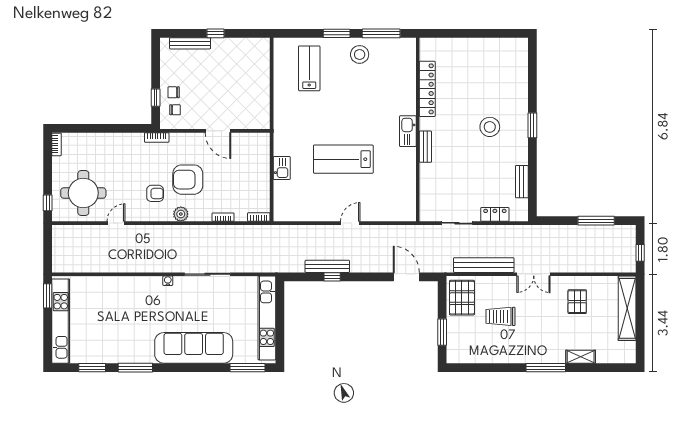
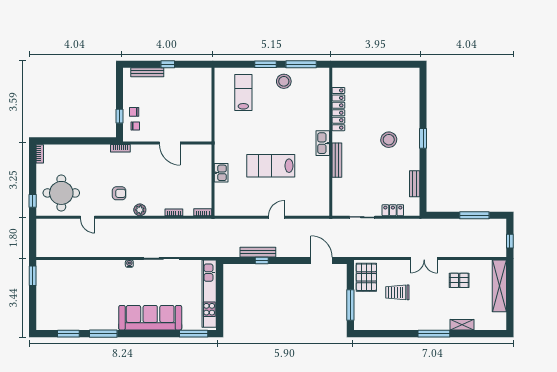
bench: (425, 147) -> (337, 160), width x1.36
armchair: (188, 180) -> (145, 182), removed
door: (116, 223) -> (88, 217), swing flipped
bench: (484, 265) -> (384, 251), removed
pallet: (577, 302) -> (459, 280), turned 90
kitchen unit: (61, 321) -> (43, 296), removed
window: (442, 332) -> (350, 305), width x1.44

